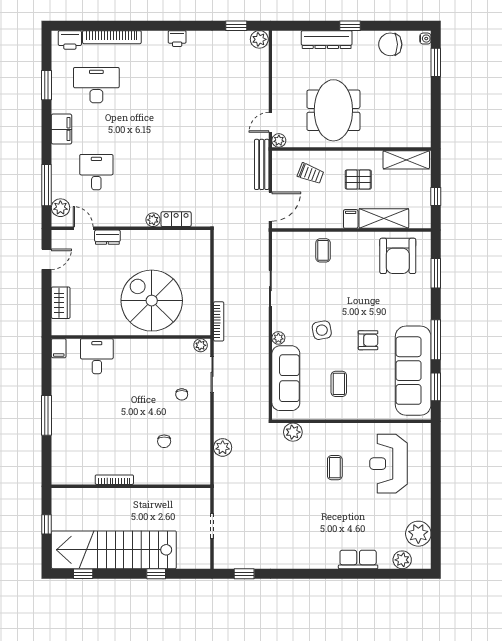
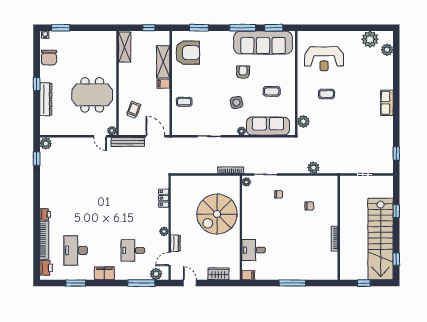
printer: (177, 39) -> (45, 214), moved
pallet: (358, 180) -> (138, 79), removed
plant: (153, 220) -> (164, 231), moved
row of seats: (358, 560) -> (387, 103), moved

